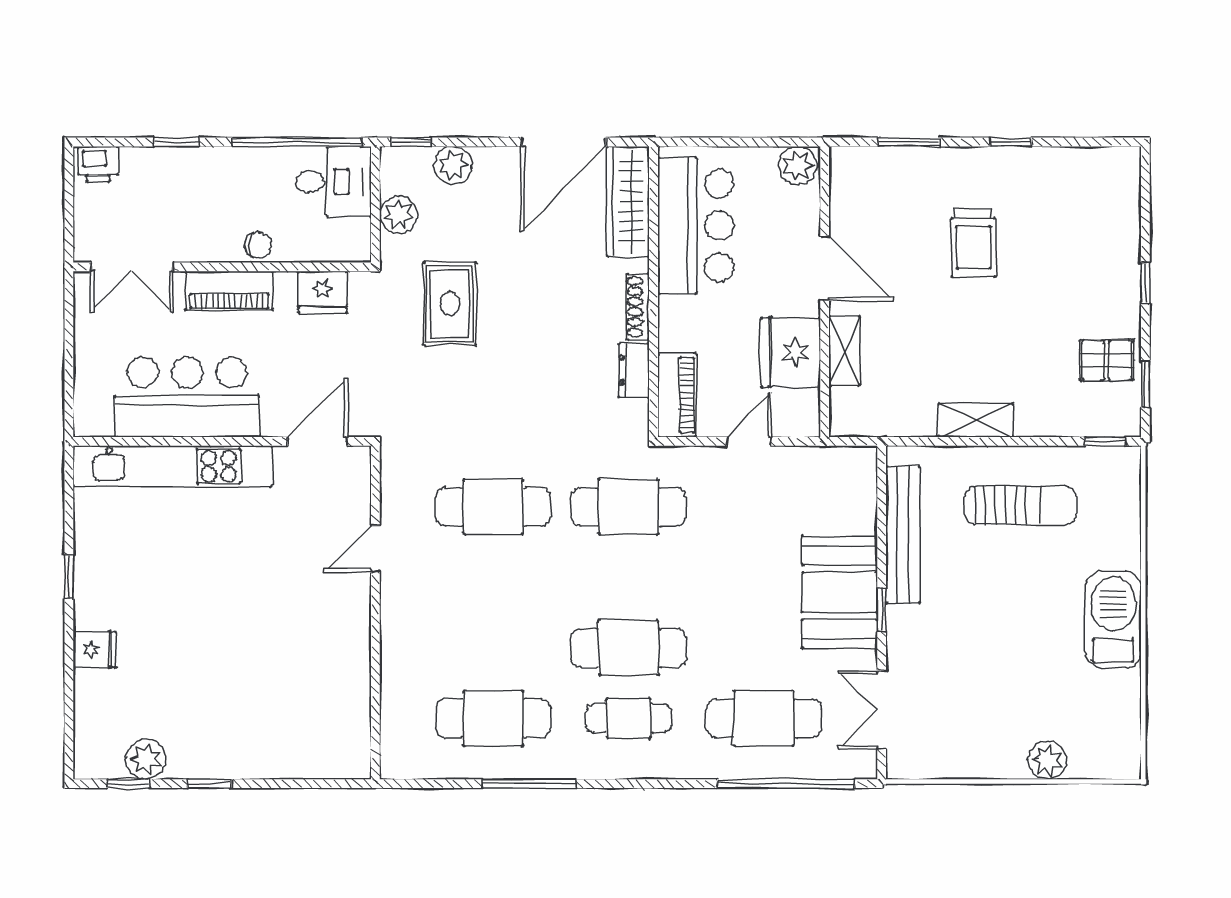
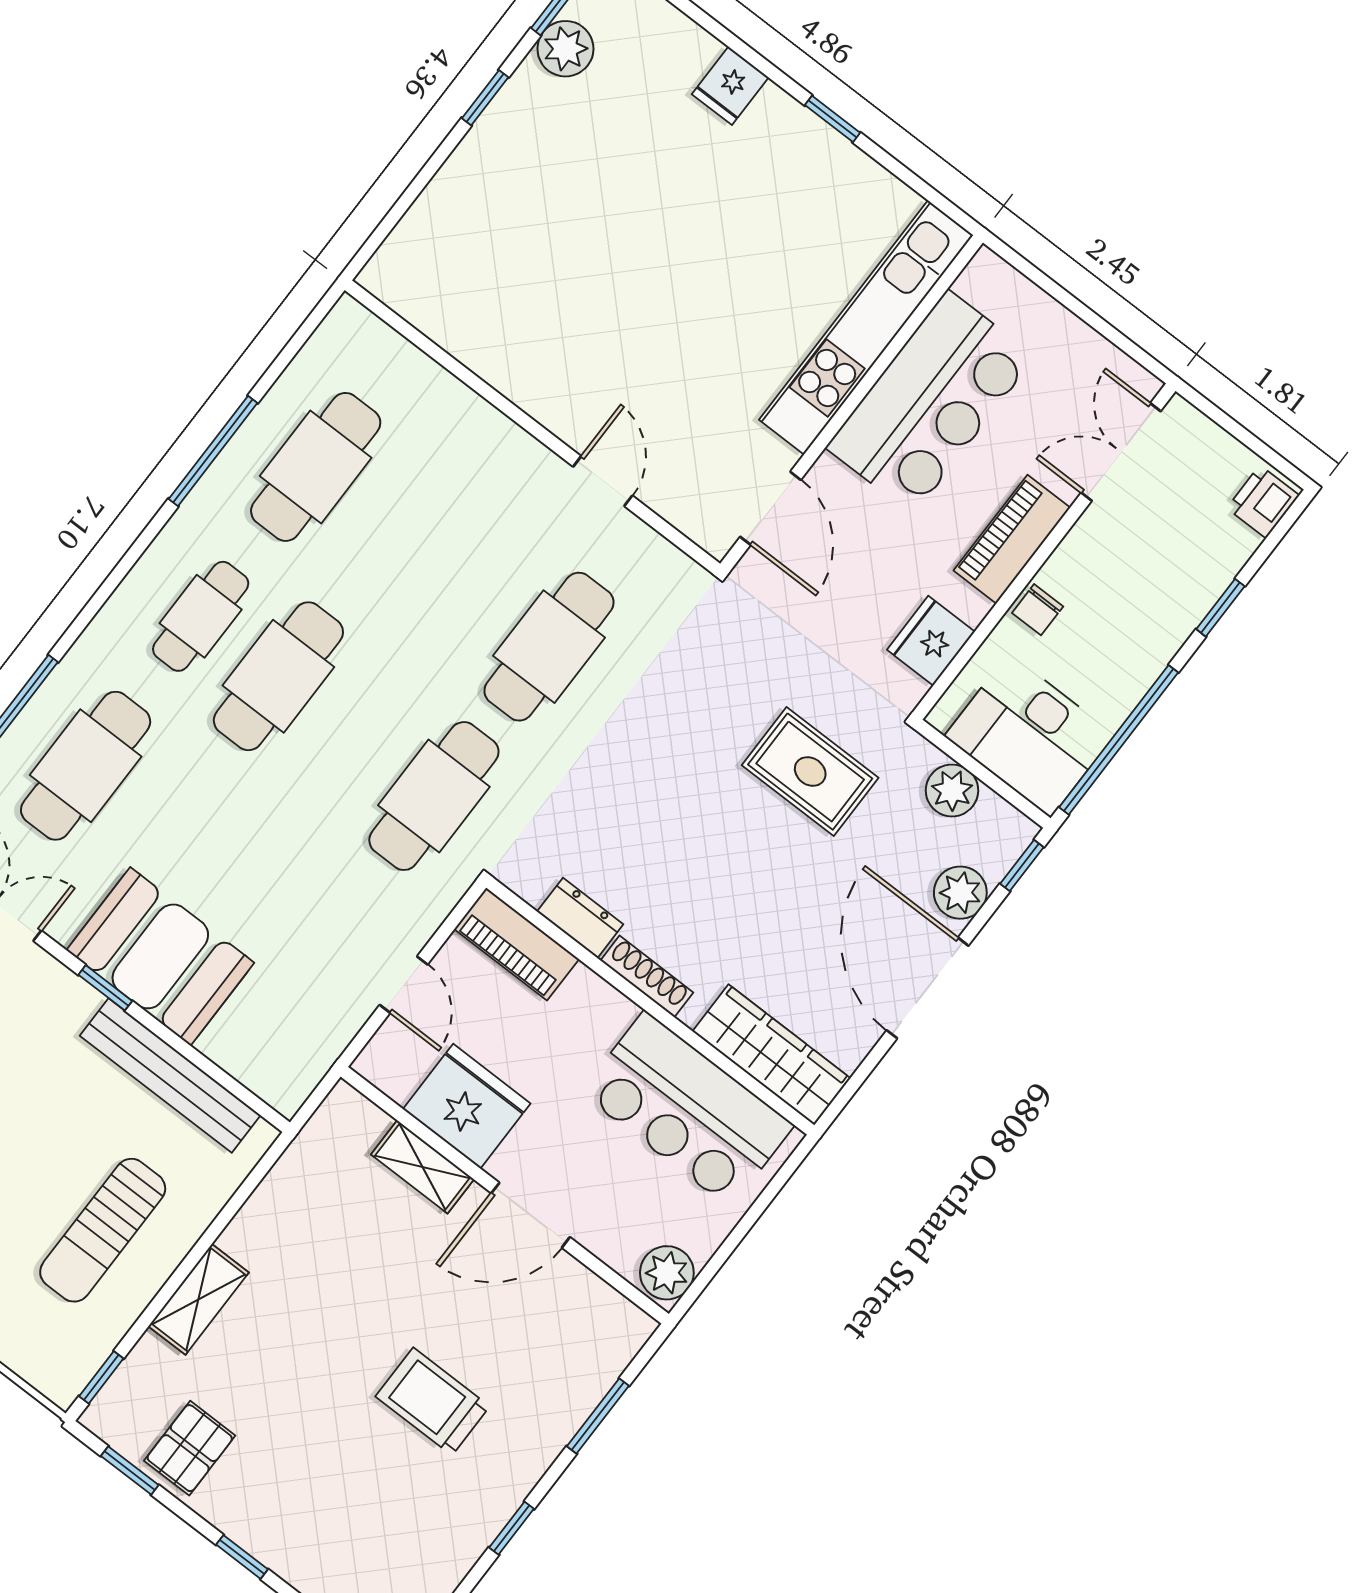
door: (563, 142) -> (928, 988), moved
desk: (333, 182) -> (1030, 735), width x1.37
shelving: (976, 420) -> (199, 1299), moved

